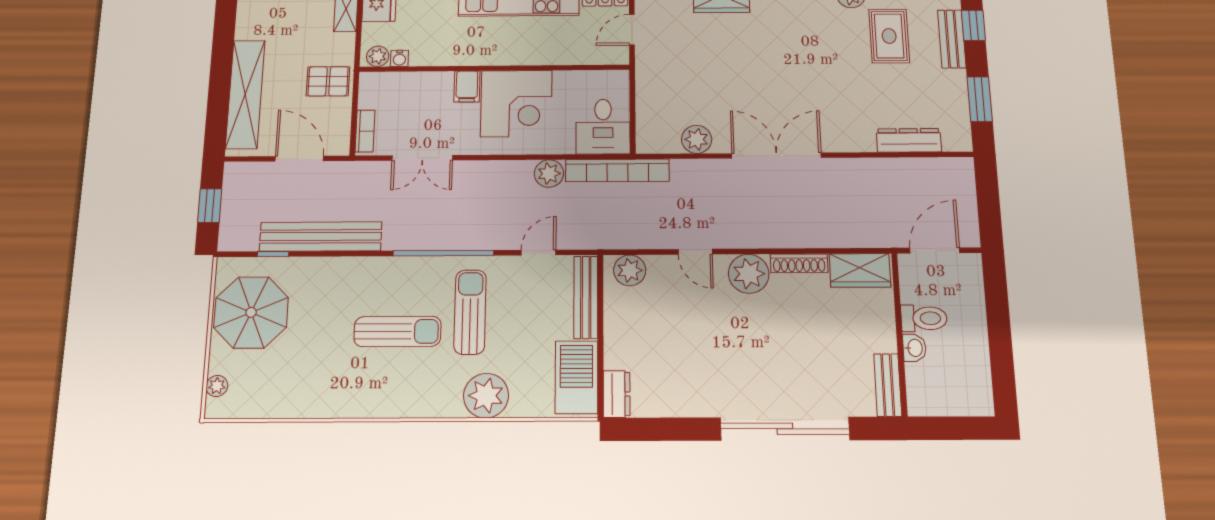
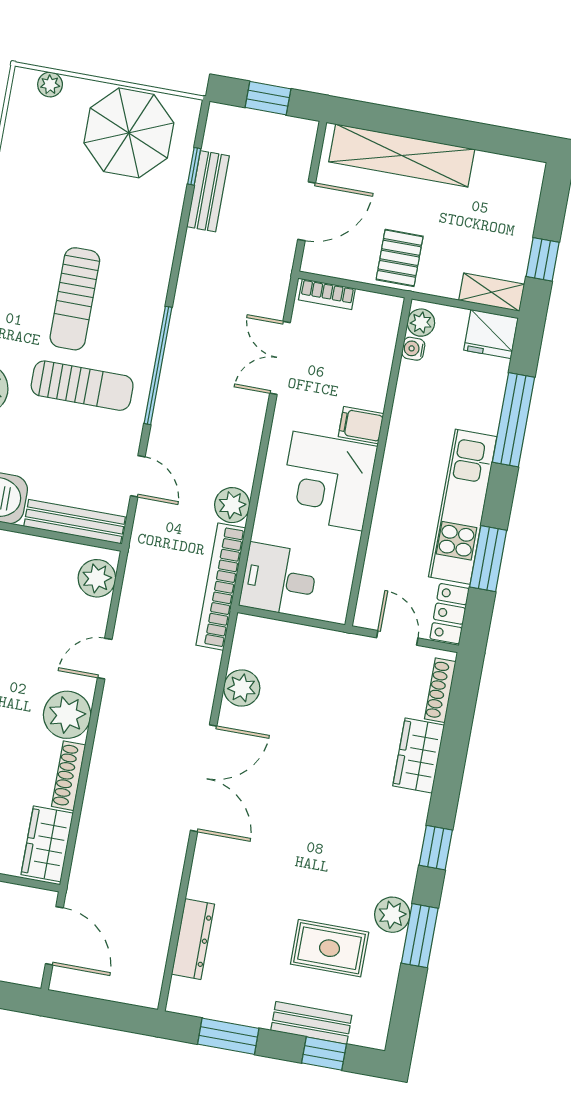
bench: (321, 236) -> (208, 191), width x0.54, depth x0.82

